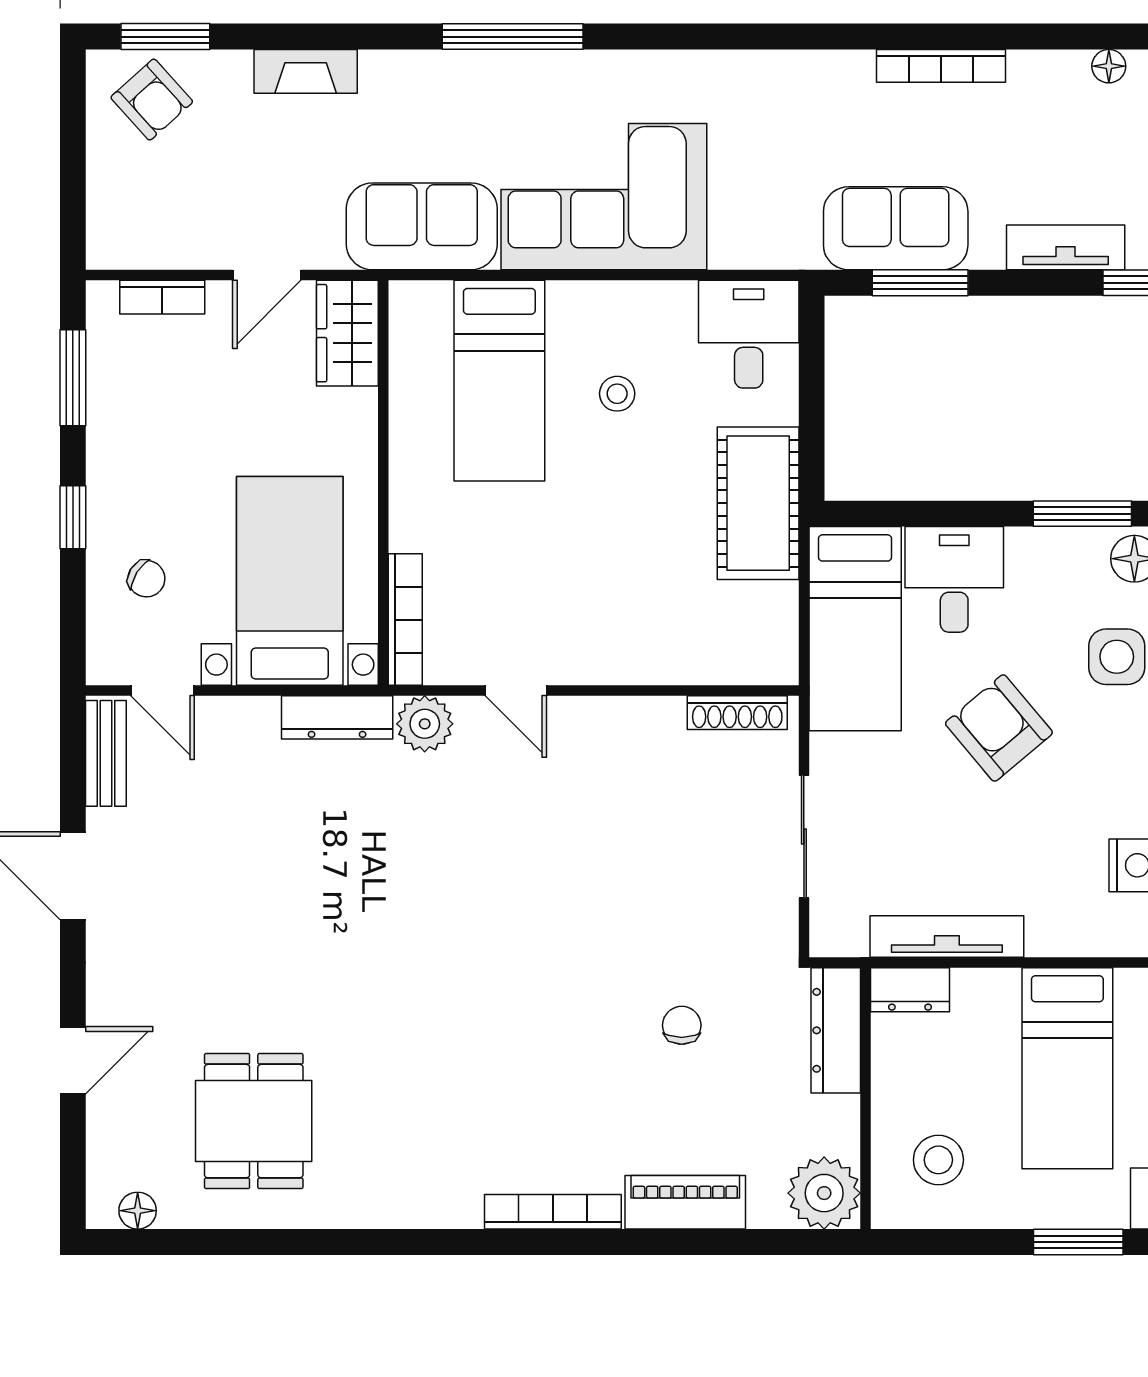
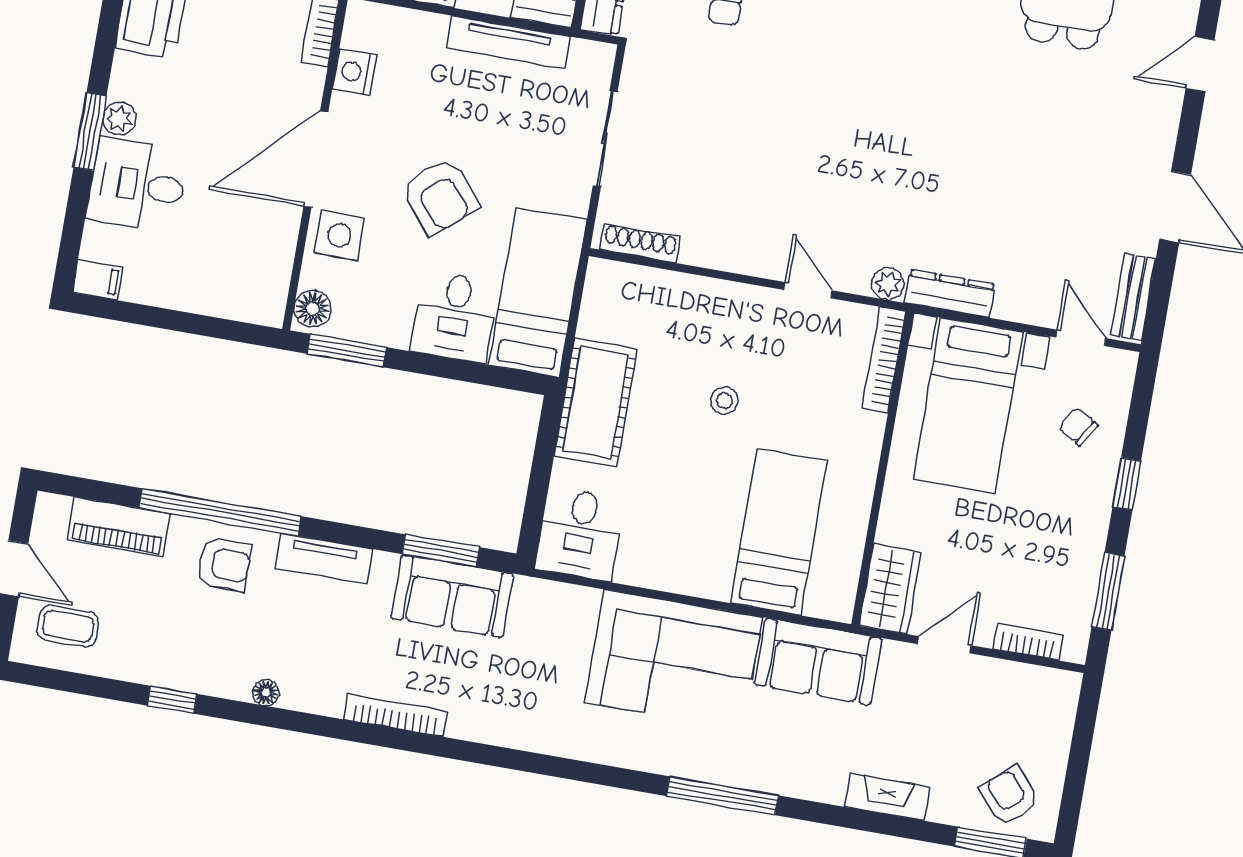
stool: (617, 394) -> (724, 401), moved
plant: (425, 724) -> (888, 284), width x0.73, depth x0.73

